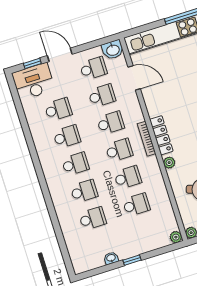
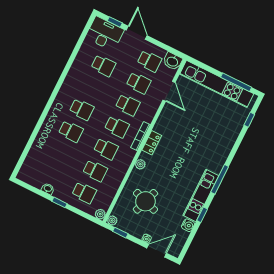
locker: (161, 135) -> (152, 143), width x0.66
school desk: (67, 137) -> (93, 88), removed
school desk: (93, 218) -> (84, 193), moved

